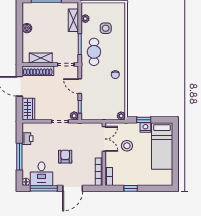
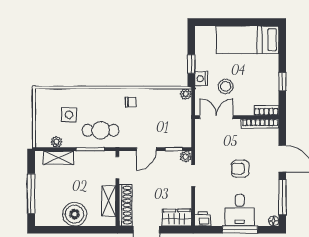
boiler: (27, 28) -> (74, 214), width x1.86, depth x1.86
nightstand: (145, 127) -> (201, 79), moved
printer: (27, 139) -> (203, 219), moved
bed: (162, 146) -> (248, 40), moved, turned 180
desk: (42, 174) -> (240, 210), moved, turned 90

